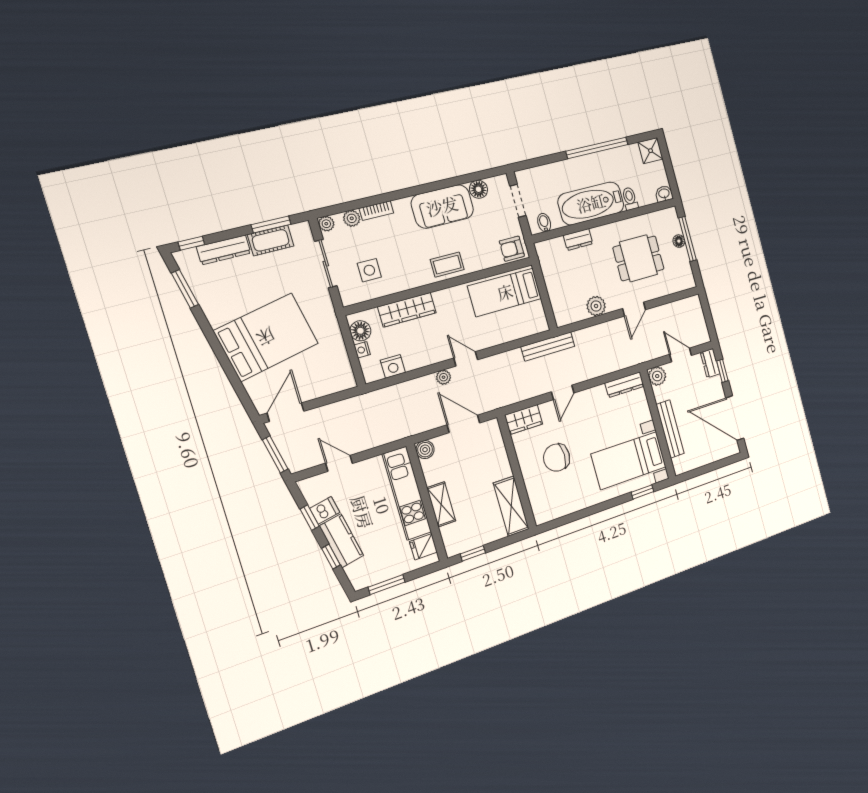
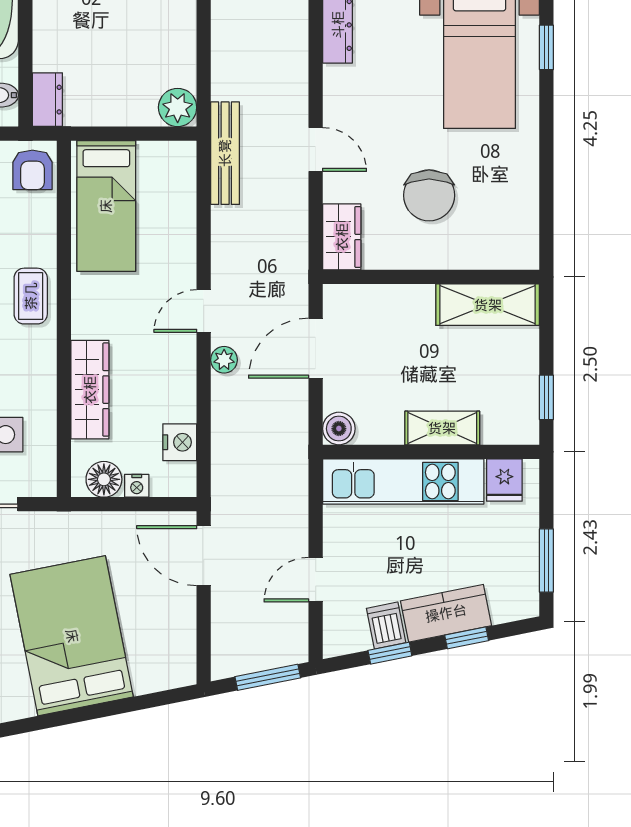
dresser: (578, 239) -> (47, 100), moved
plant: (596, 306) -> (178, 107), moved
door: (286, 412) -> (204, 556), moved

